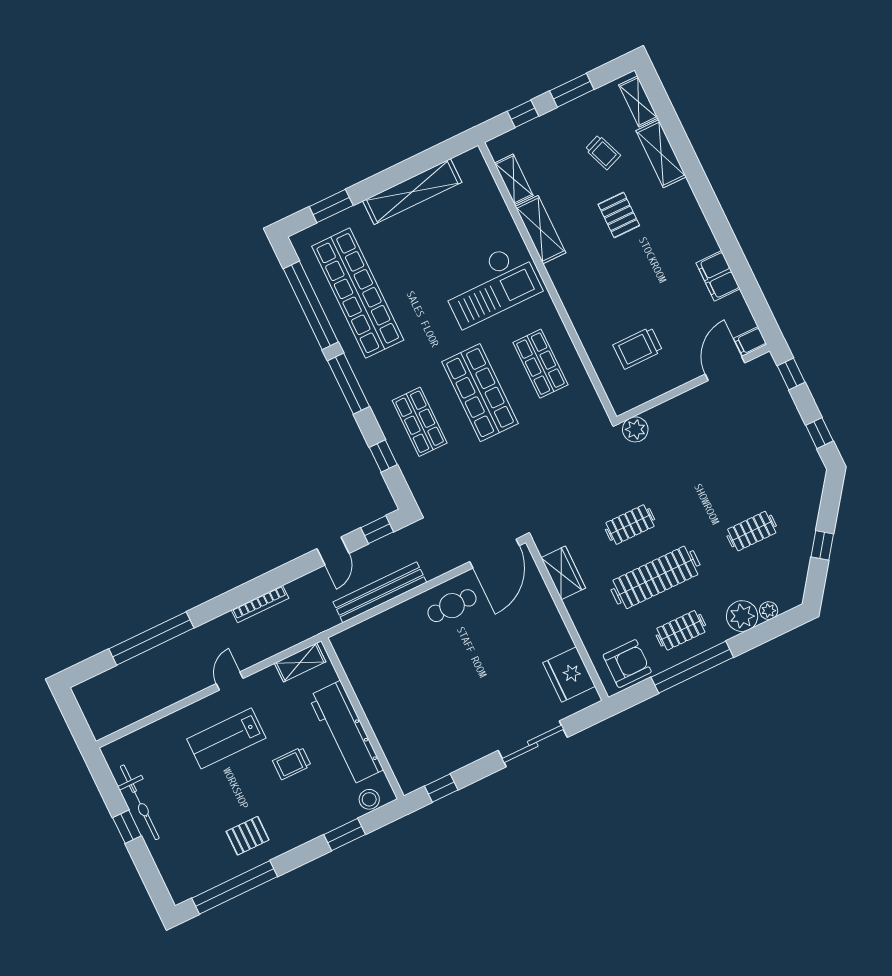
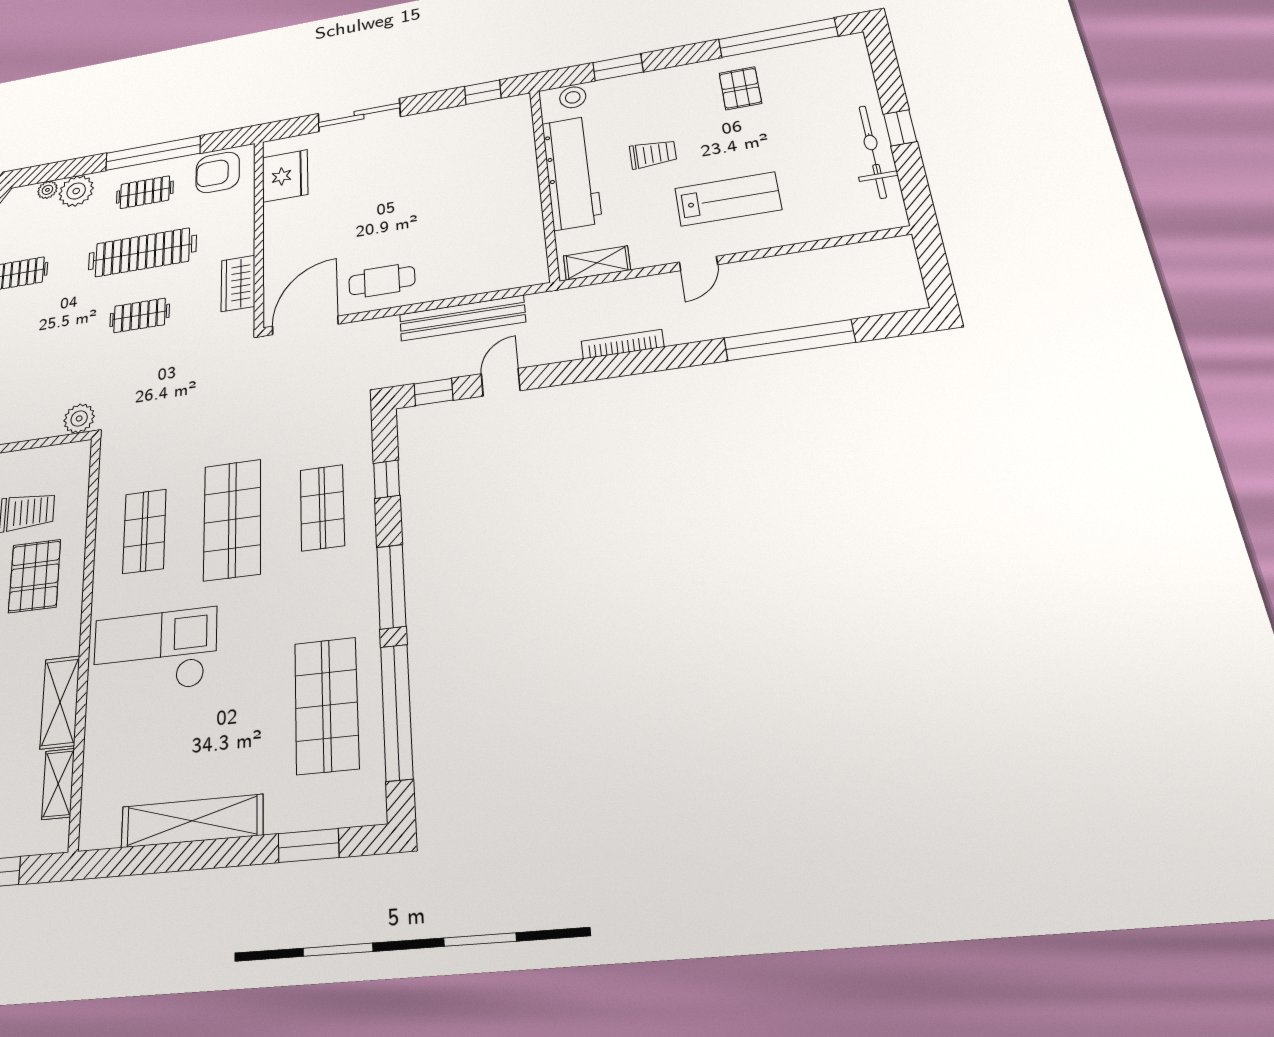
shop shelf: (358, 293) -> (326, 705), width x0.71
pallet: (606, 305) -> (35, 576), added
pallet: (248, 836) -> (740, 88), turned 90

